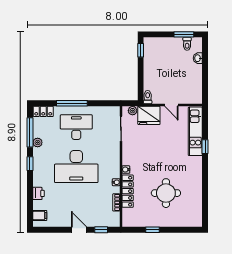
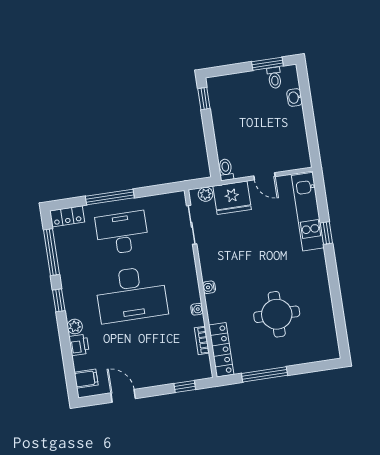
plant: (38, 143) -> (75, 327), moved
locker: (128, 191) -> (221, 350), moved
door: (79, 230) -> (123, 396), moved
window: (153, 230) -> (265, 374), width x2.17

